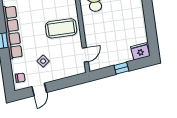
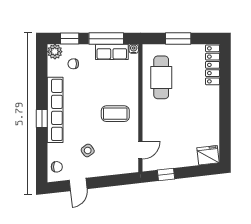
coffee table: (61, 28) -> (115, 114), width x0.73, depth x0.76
window: (121, 68) -> (166, 174), moved

